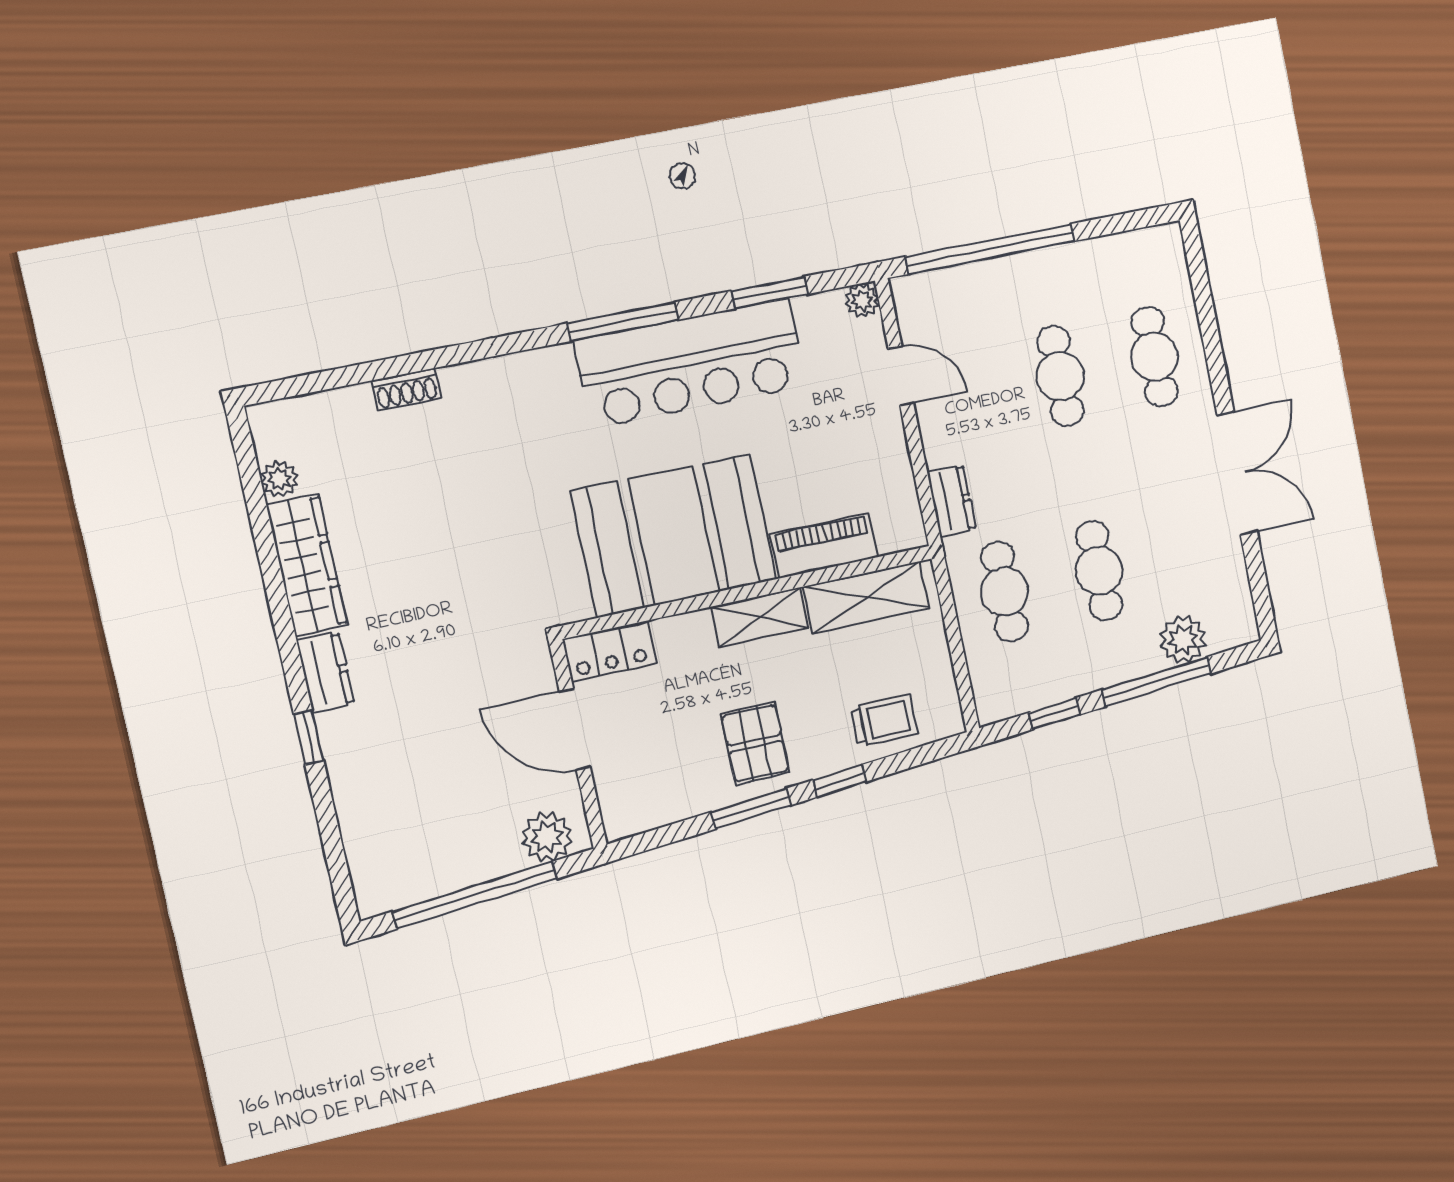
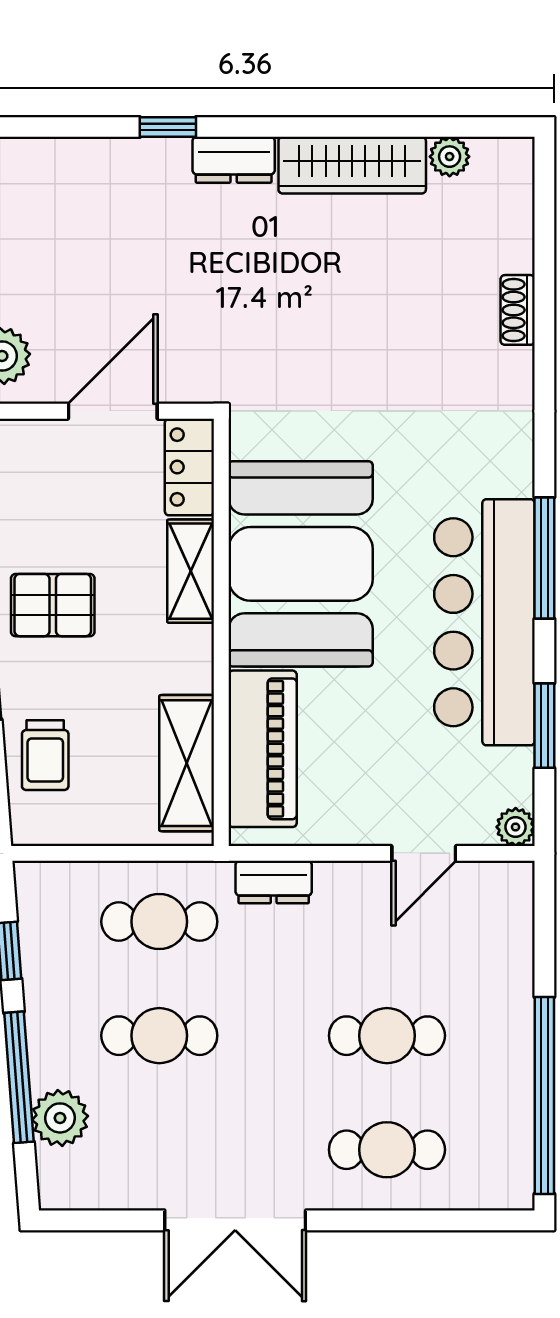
window: (990, 249) -> (544, 1095), moved
piano: (824, 546) -> (263, 749), width x1.37, depth x1.33
shelving: (759, 617) -> (191, 571), moved

